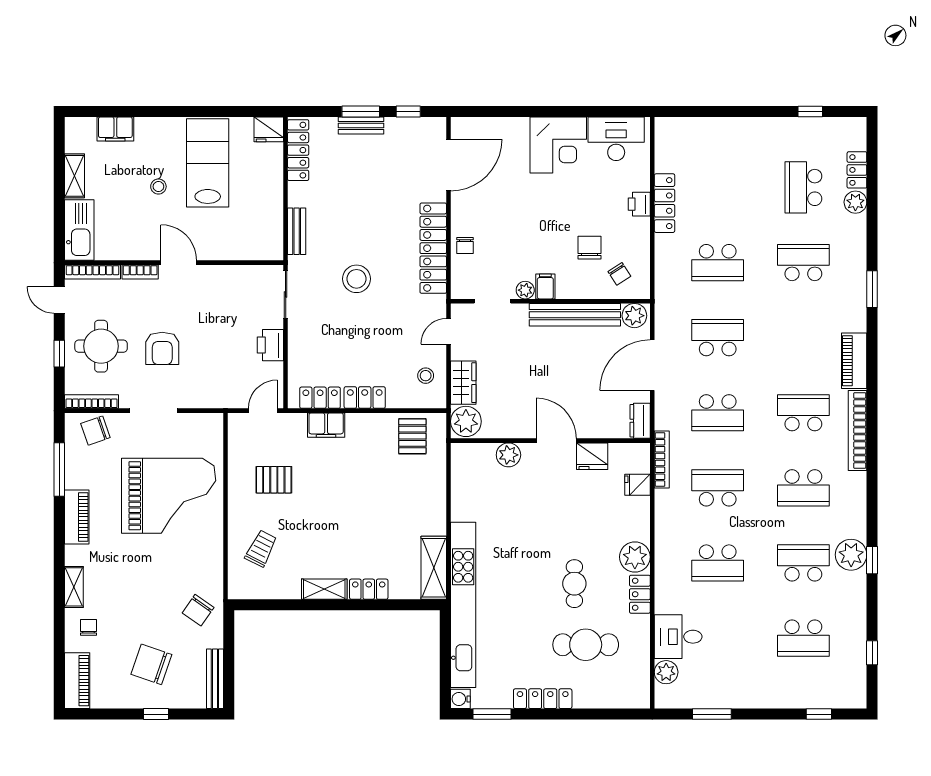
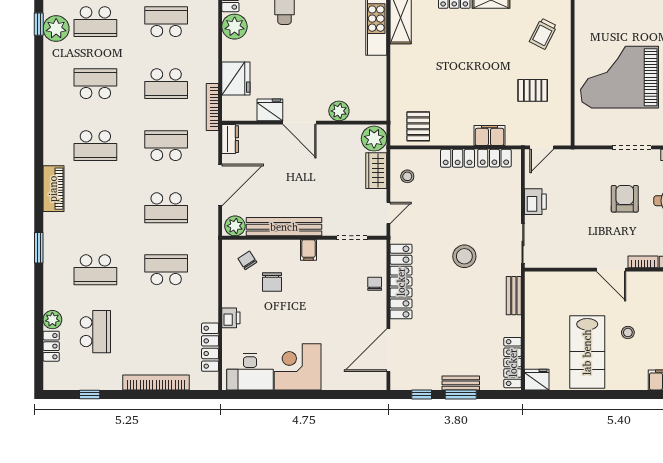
locker: (665, 203) -> (210, 347), moved
plant: (525, 290) -> (325, 247), removed
bookcase: (858, 430) -> (156, 383), moved, turned -90
fridge: (637, 485) -> (236, 79), width x1.88, depth x1.34

